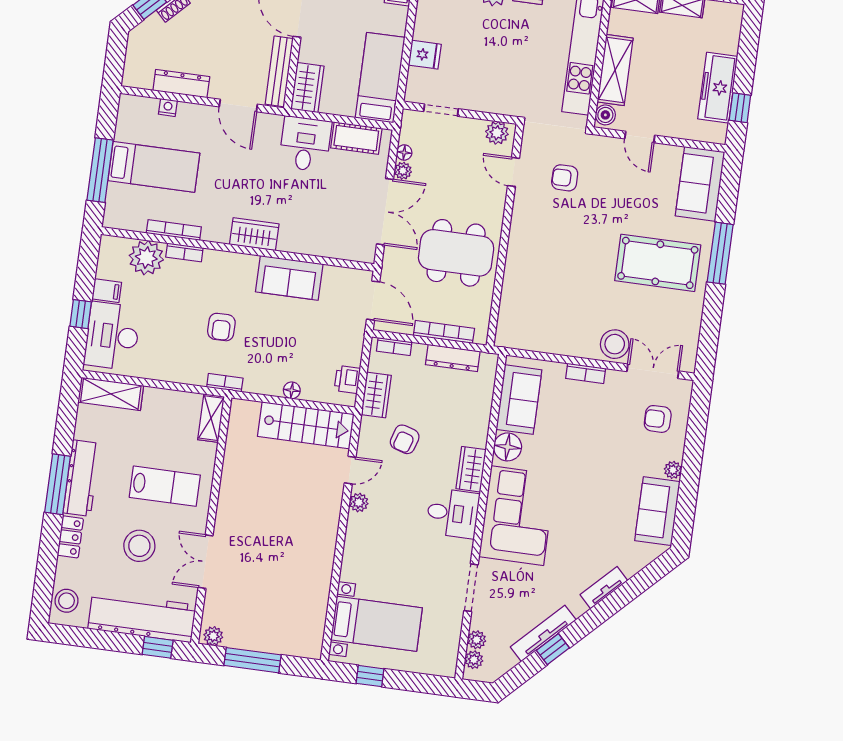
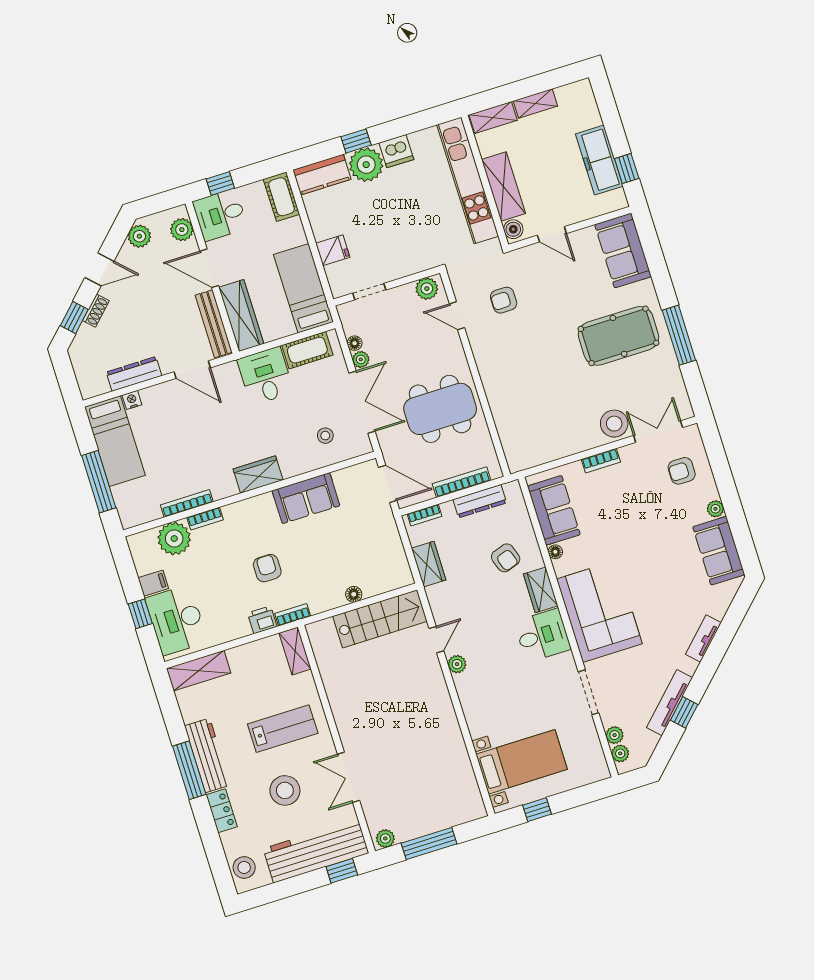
wardrobe: (307, 88) -> (241, 316), width x1.50
bed: (154, 167) -> (115, 441), moved, turned 90
stool: (335, 227) -> (325, 436), added
window: (720, 253) -> (679, 335), moved
armchair: (221, 327) -> (267, 568), turned 180
printer: (347, 380) -> (262, 620), moved, turned 90
armchair: (405, 439) -> (506, 558), moved, turned -36
floor lamp: (508, 447) -> (555, 552), width x0.53, depth x0.53

